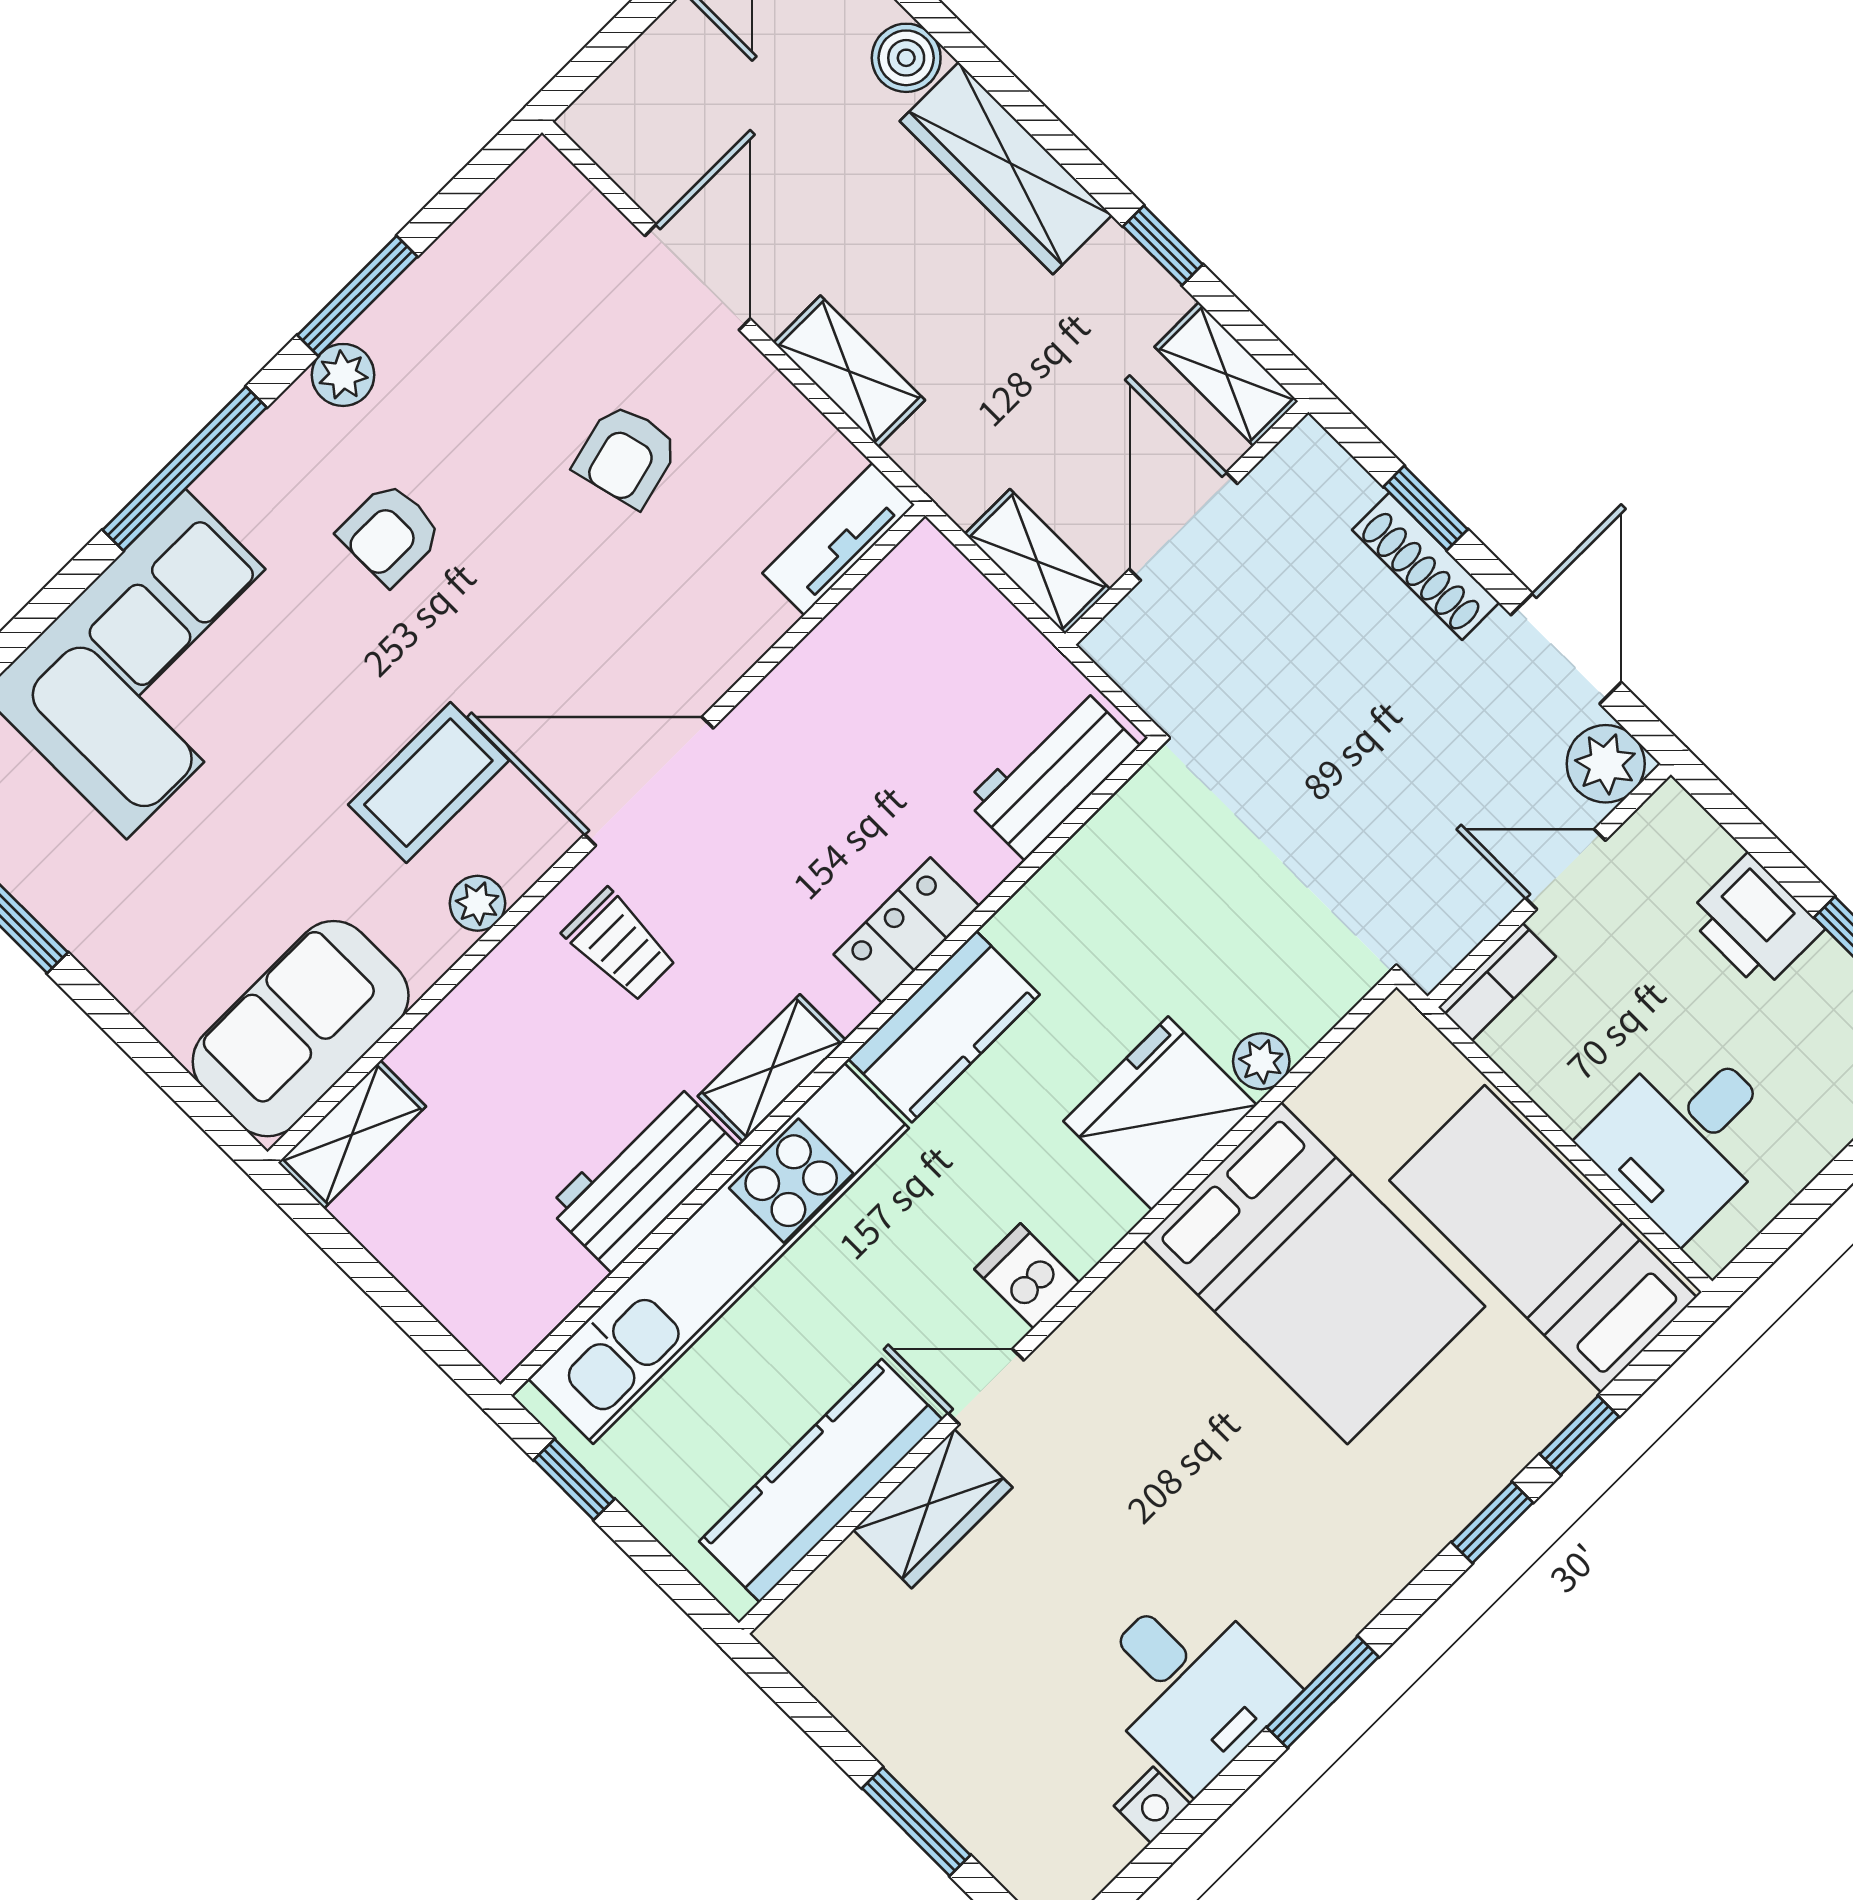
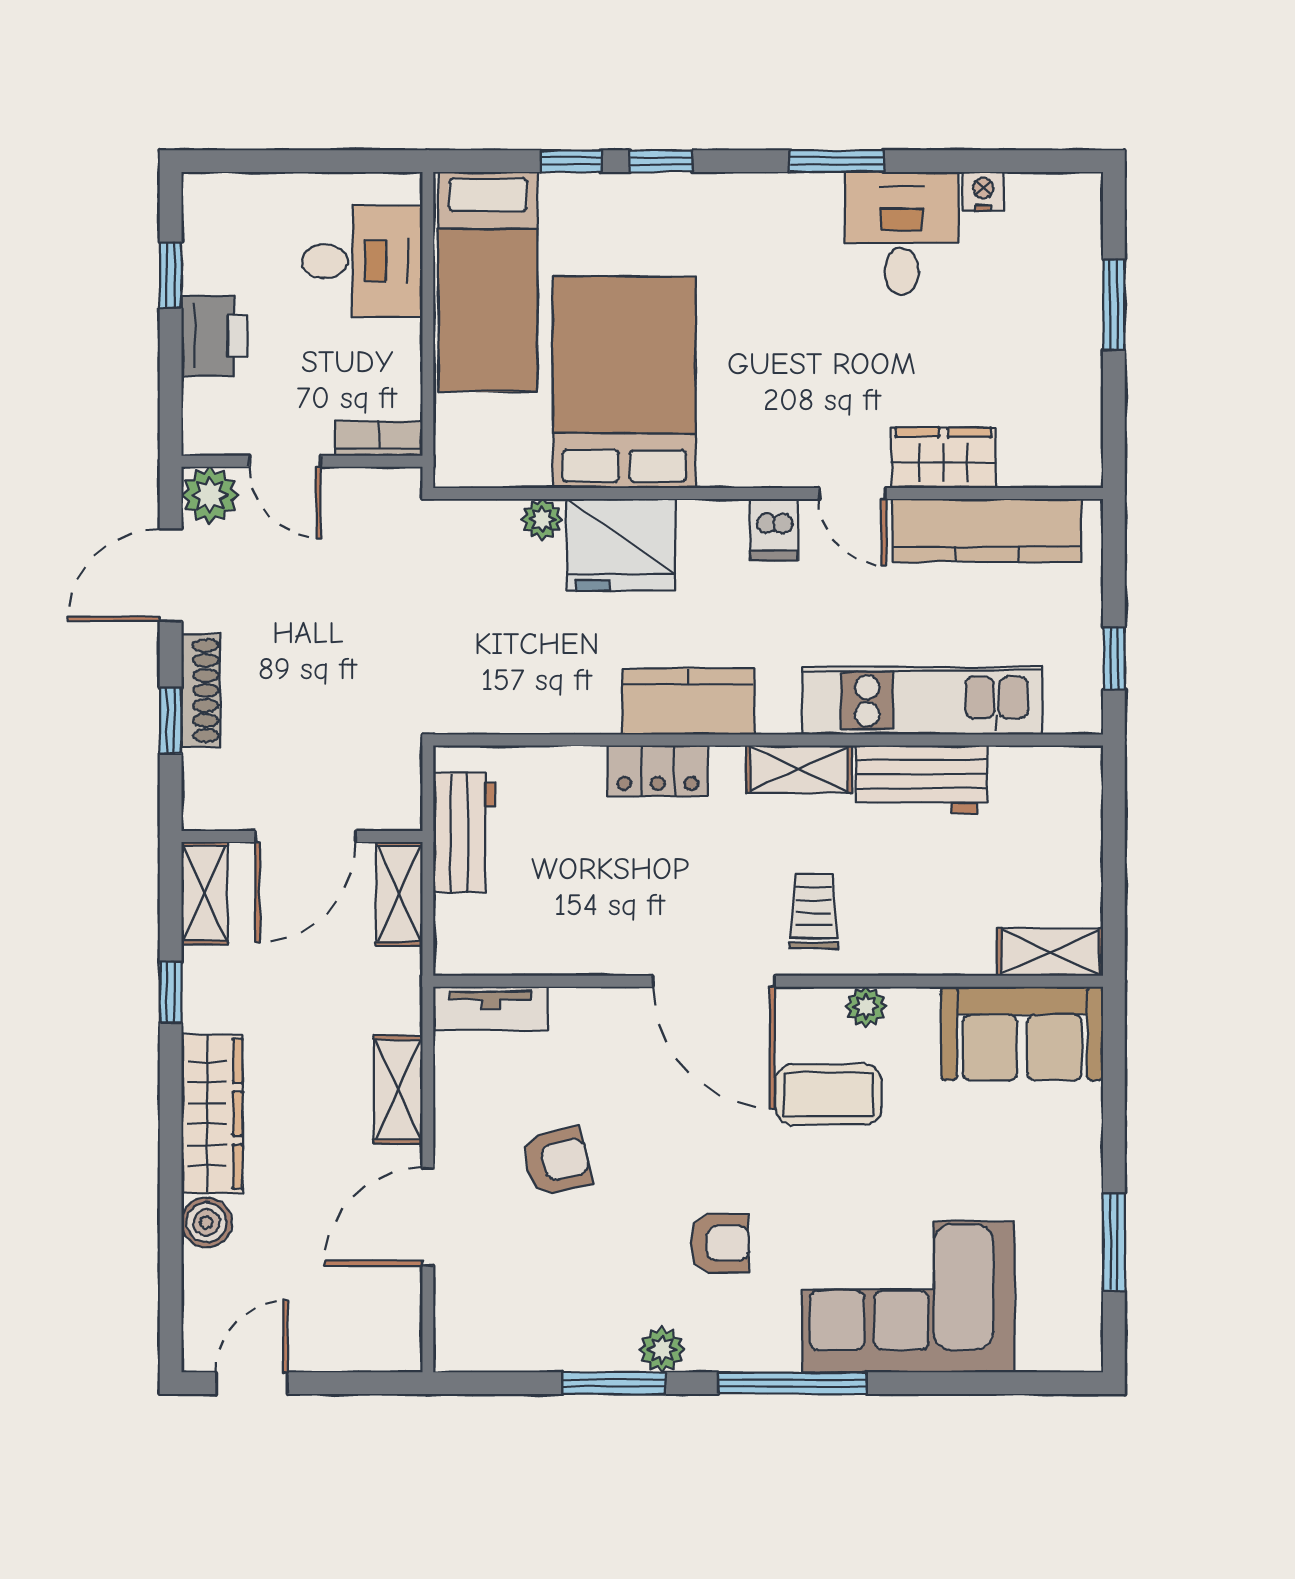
workbench: (1053, 773) -> (464, 833), moved, turned -90
kitchen unit: (718, 1253) -> (922, 701), width x0.73

